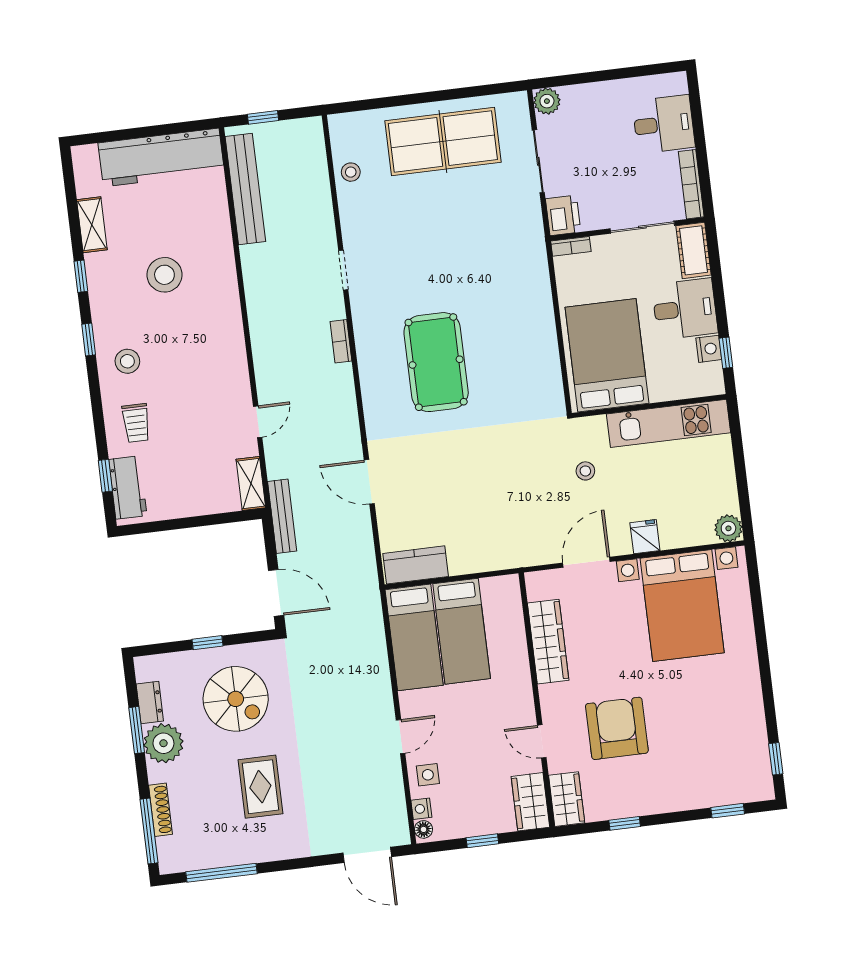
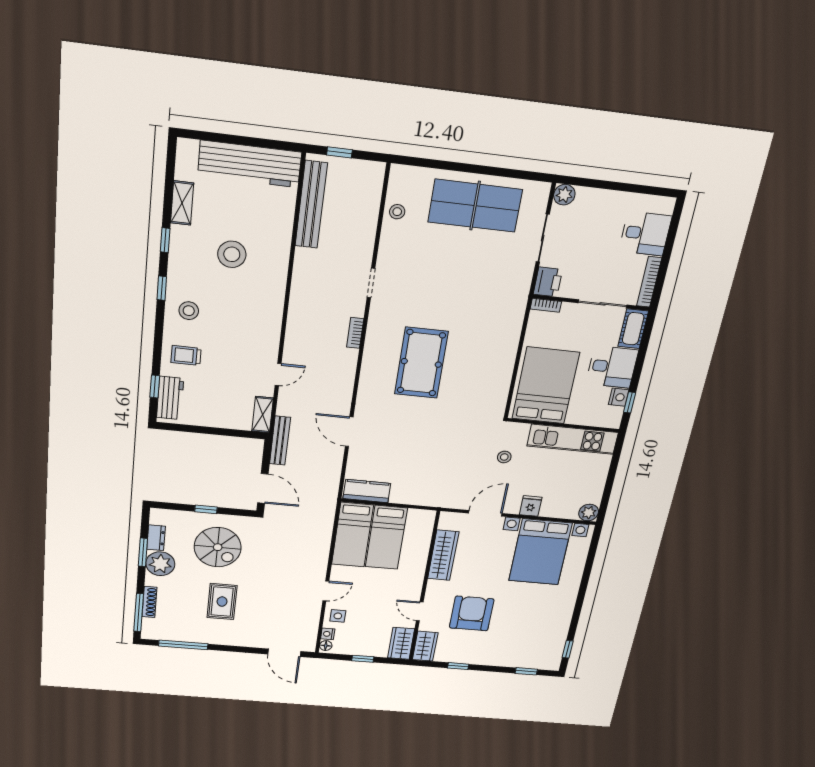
trolley: (136, 423) -> (186, 355), turned 90

